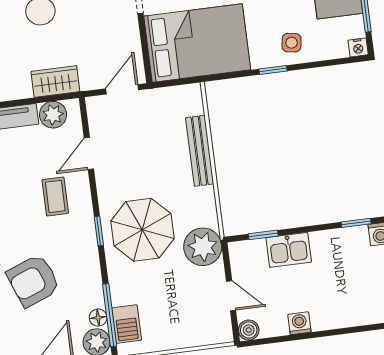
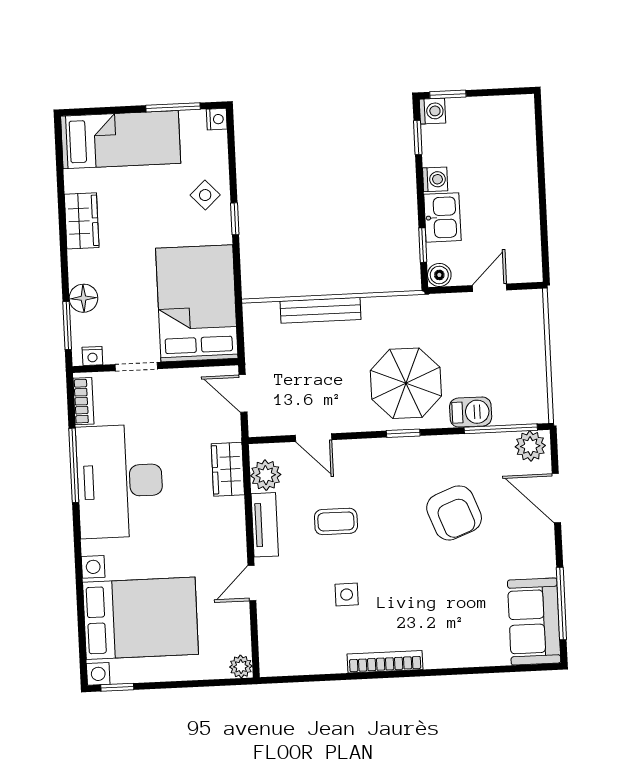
side table: (292, 43) -> (205, 195), turned 38
coffee table: (55, 196) -> (336, 521), moved
plant: (203, 247) -> (431, 316), removed
floor lamp: (98, 318) -> (502, 442), removed
washing machine: (299, 323) -> (435, 179), moved, turned 180
barbecue: (127, 324) -> (471, 412), moved
boiler: (249, 330) -> (439, 275), moved

